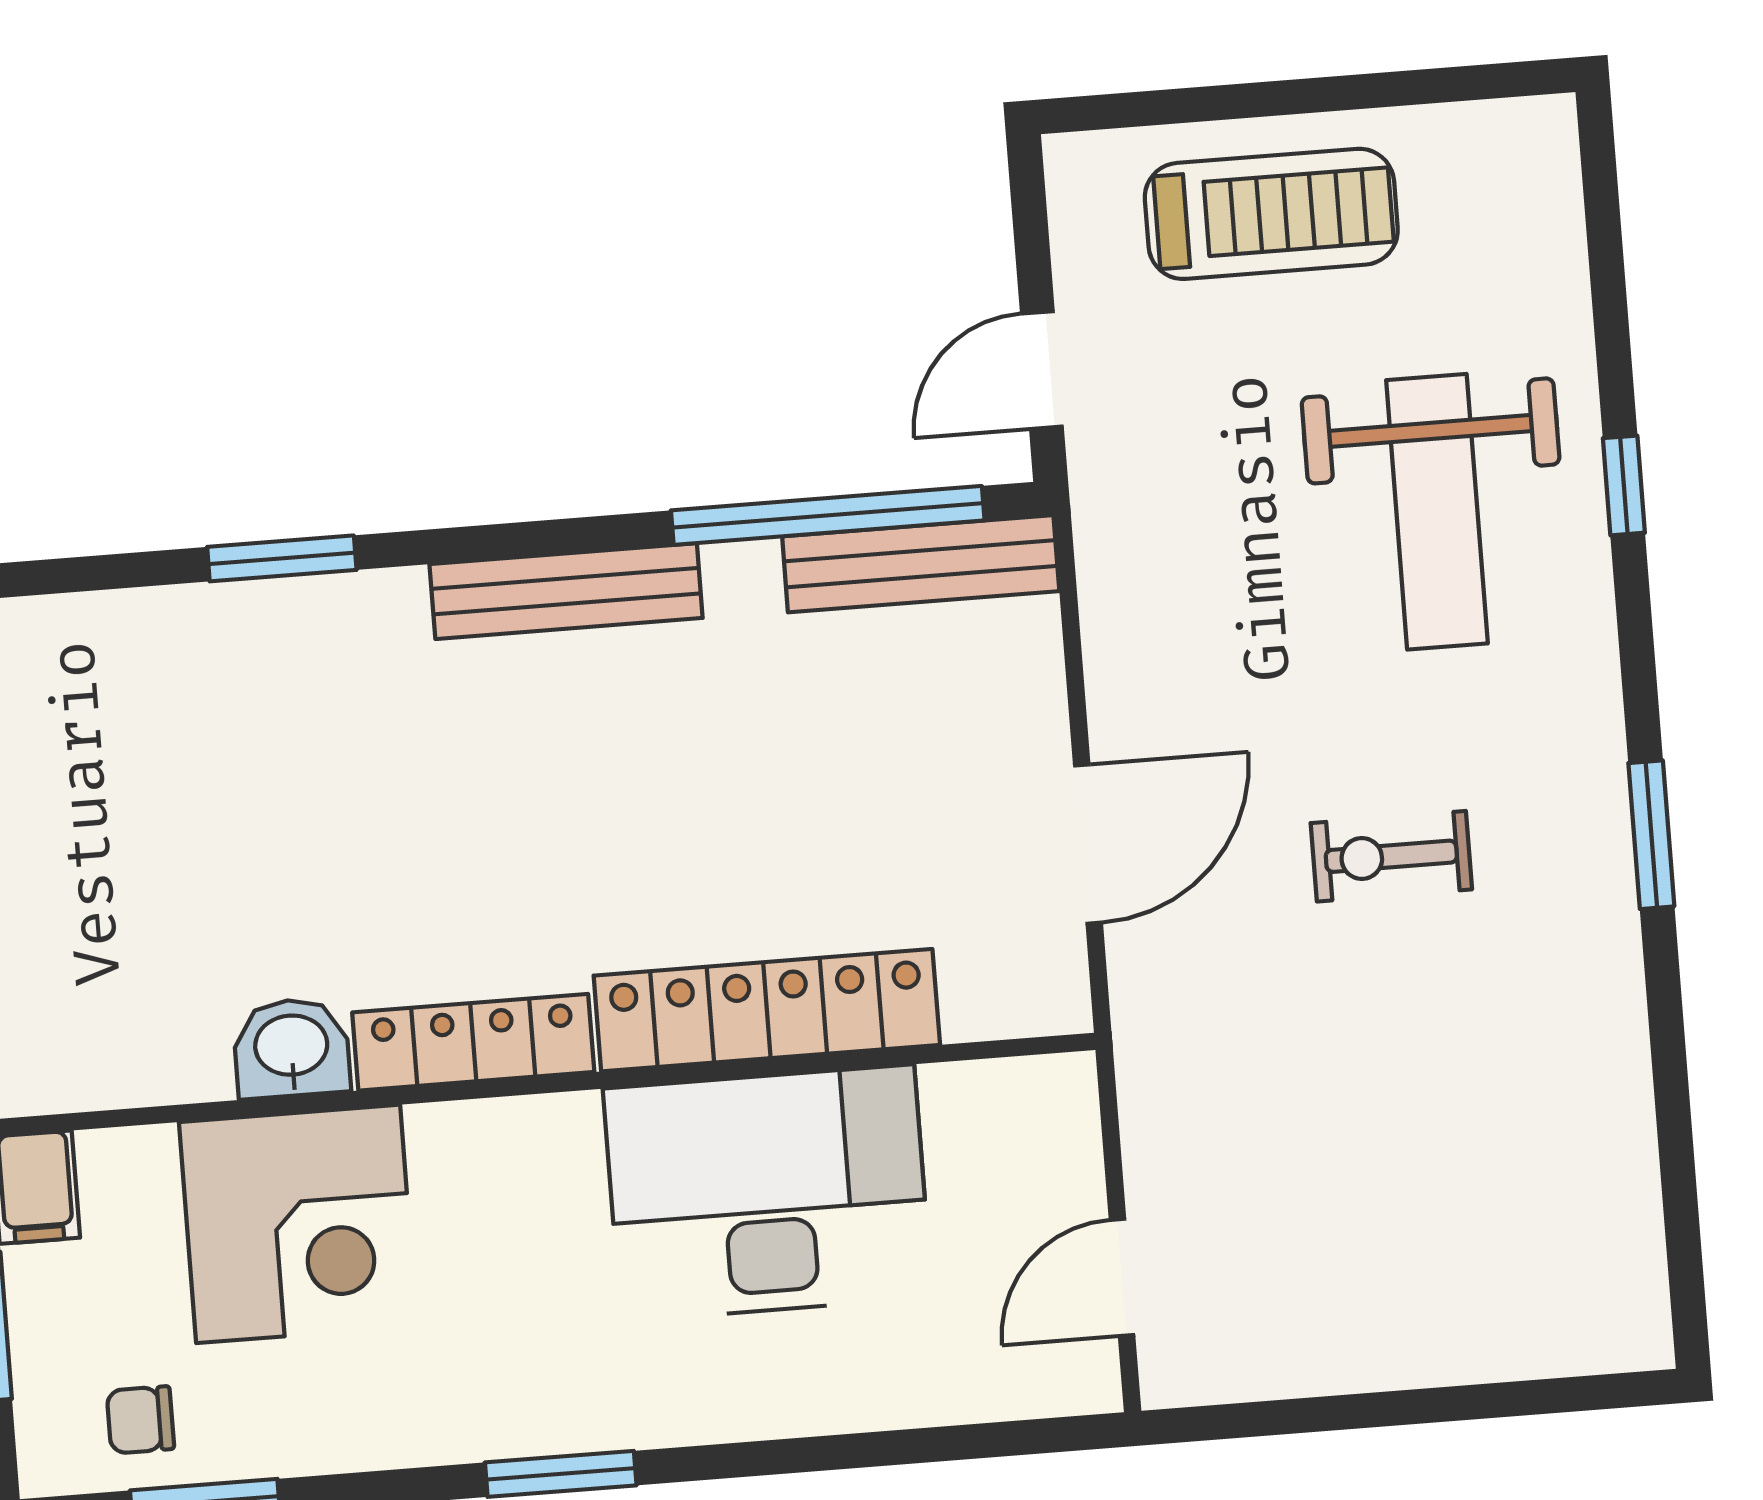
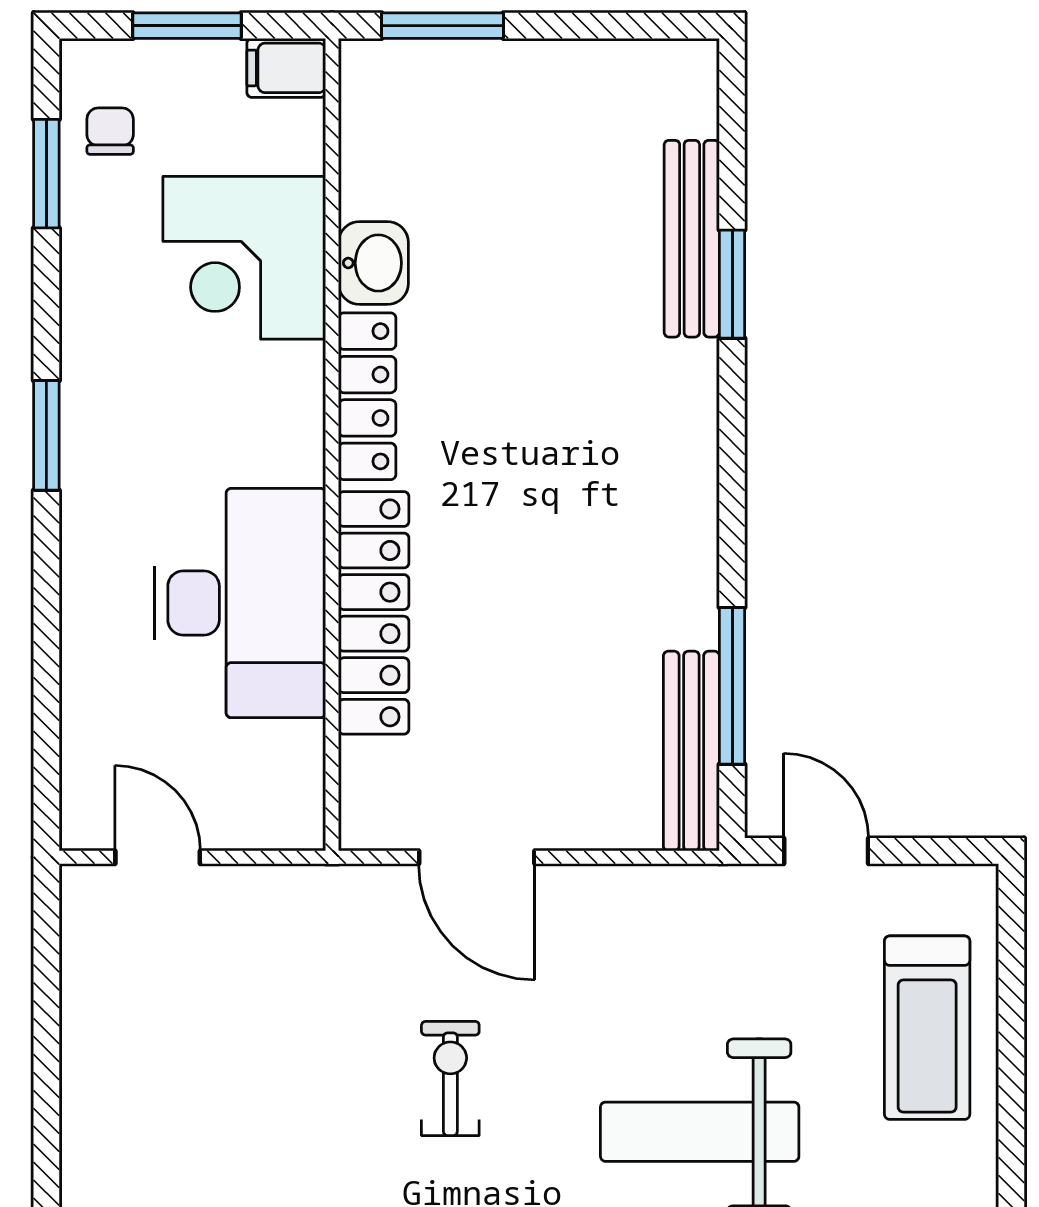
window: (828, 515) -> (732, 686), width x0.68
bench: (566, 591) -> (692, 239), moved

